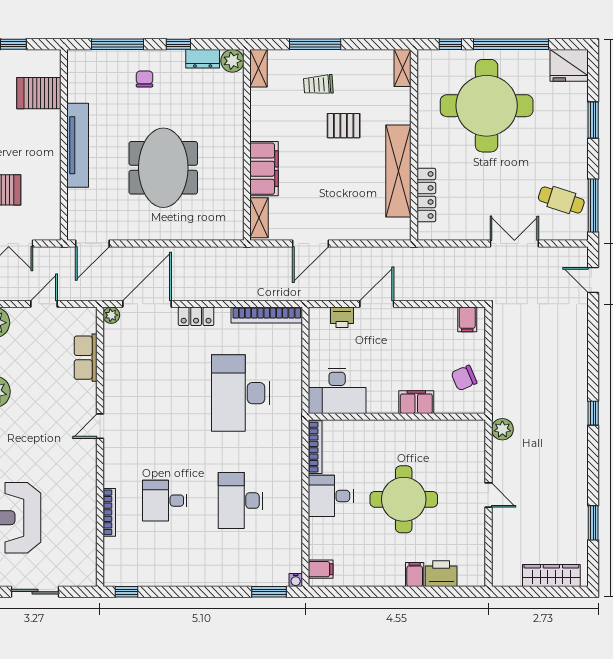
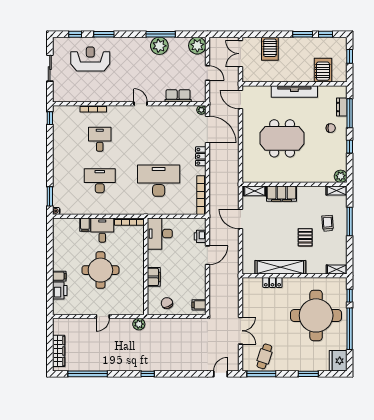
dresser: (203, 59) -> (342, 107), moved
locker: (426, 195) -> (272, 282), width x0.66
door: (377, 304) -> (207, 255), hinge flipped
window: (593, 523) -> (88, 374), width x2.11
filing cabinet: (321, 569) -> (85, 225), moved

